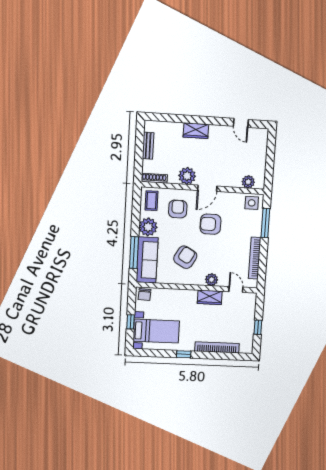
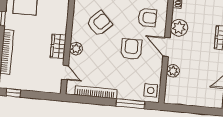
plant: (248, 182) -> (173, 71), moved
armchair: (185, 257) -> (99, 23), turned -74
door: (236, 289) -> (65, 73), hinge flipped
window: (258, 327) -> (13, 93), moved

